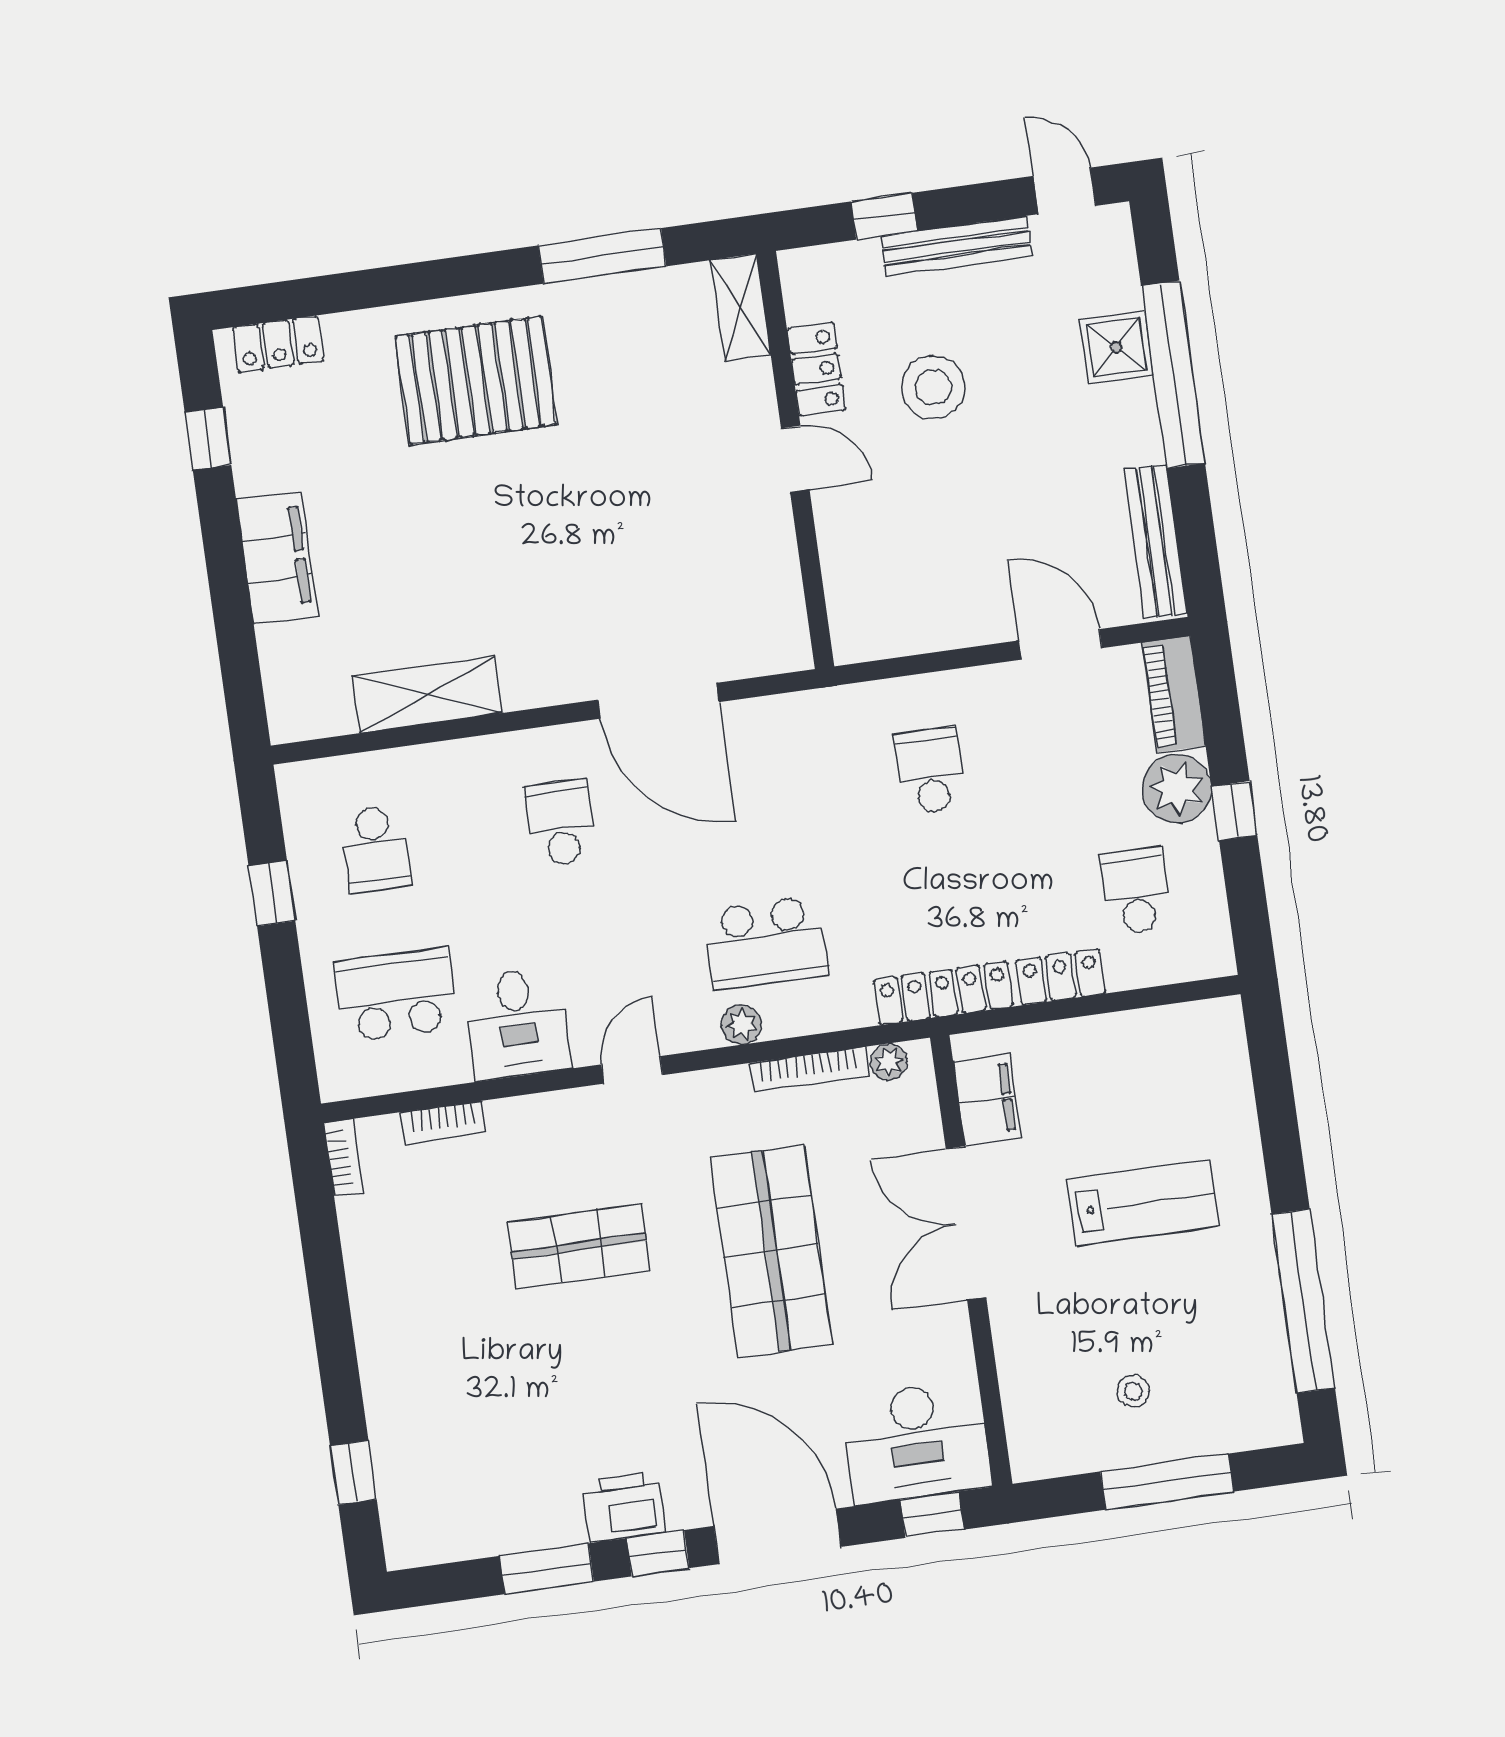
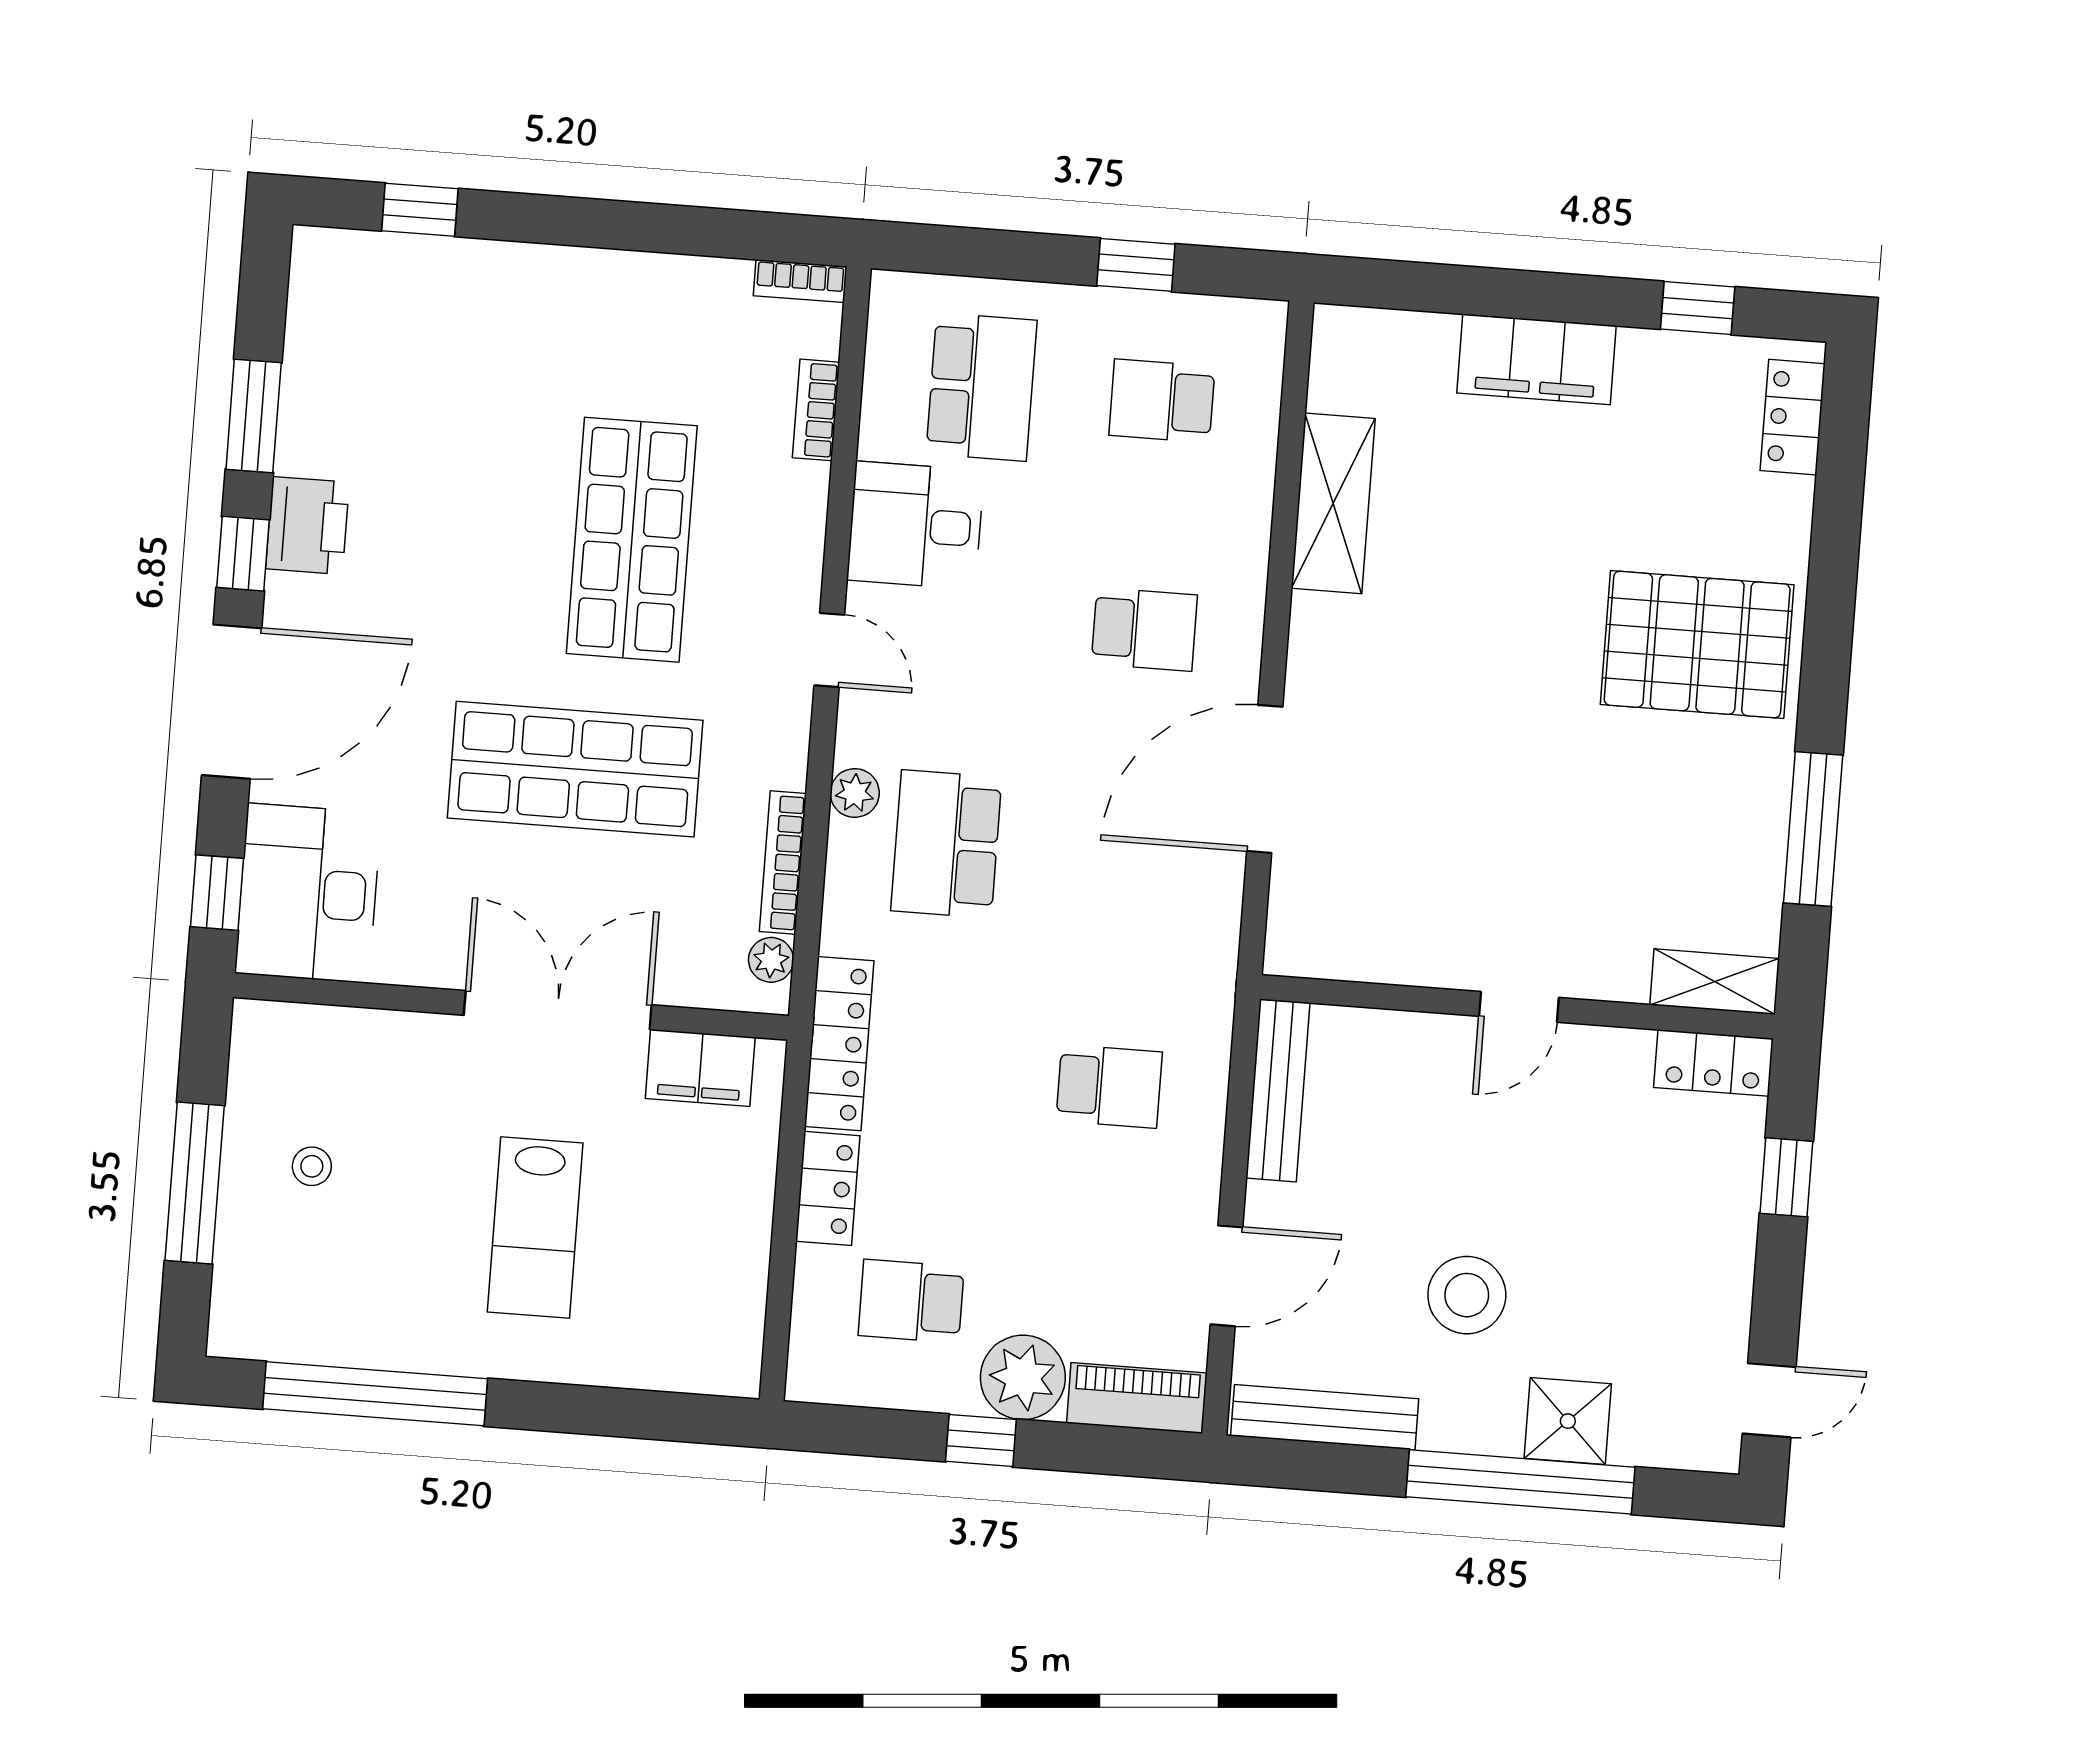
bench: (956, 246) -> (1278, 1090), moved
locker: (816, 369) -> (1713, 1063), moved
pallet: (476, 380) -> (1697, 645), turned 90
stool: (933, 387) -> (1467, 1295), moved
school desk: (1136, 891) -> (911, 1301), turned 180
shop shelf: (579, 1246) -> (632, 540), width x1.43, depth x1.36

